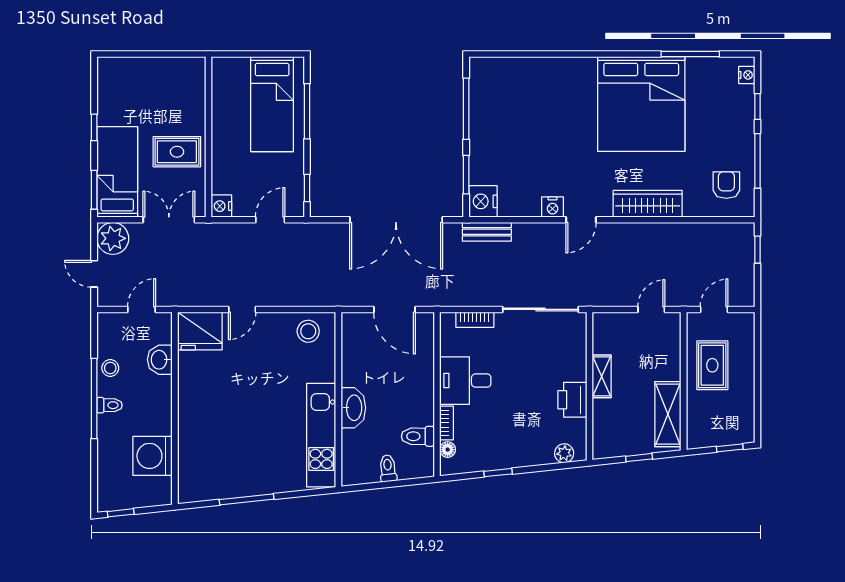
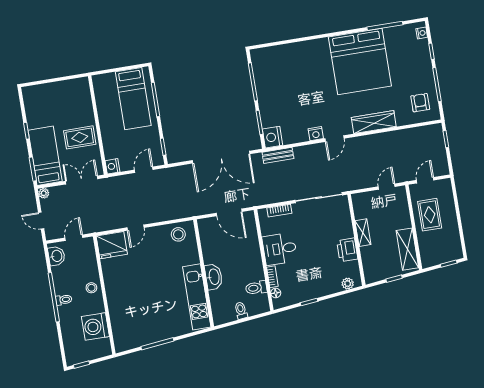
plant: (113, 238) -> (44, 193), width x0.53, depth x0.53
washbasin: (160, 360) -> (56, 256), moved, turned 180
stool: (110, 368) -> (91, 288), moved

